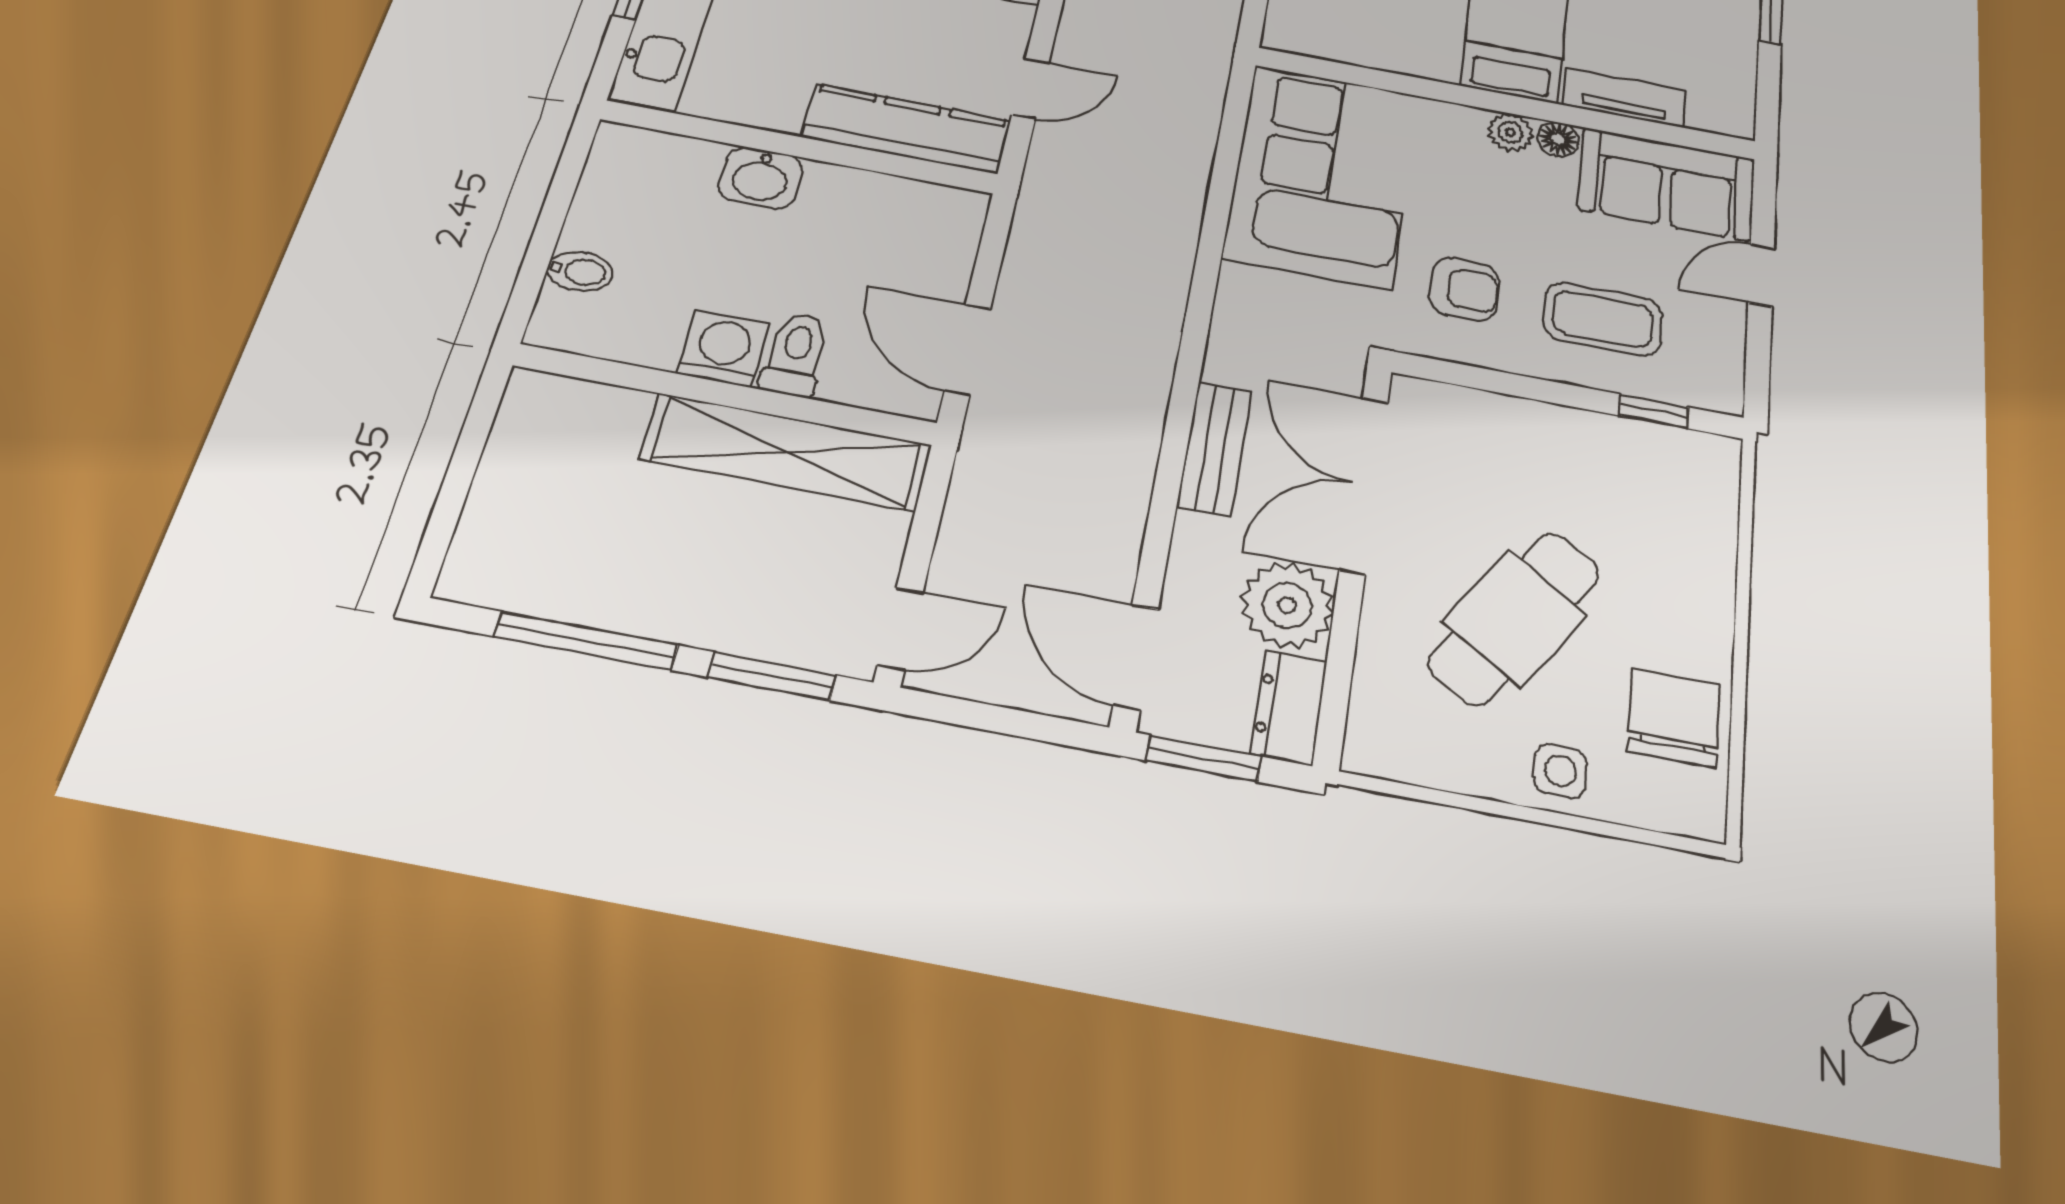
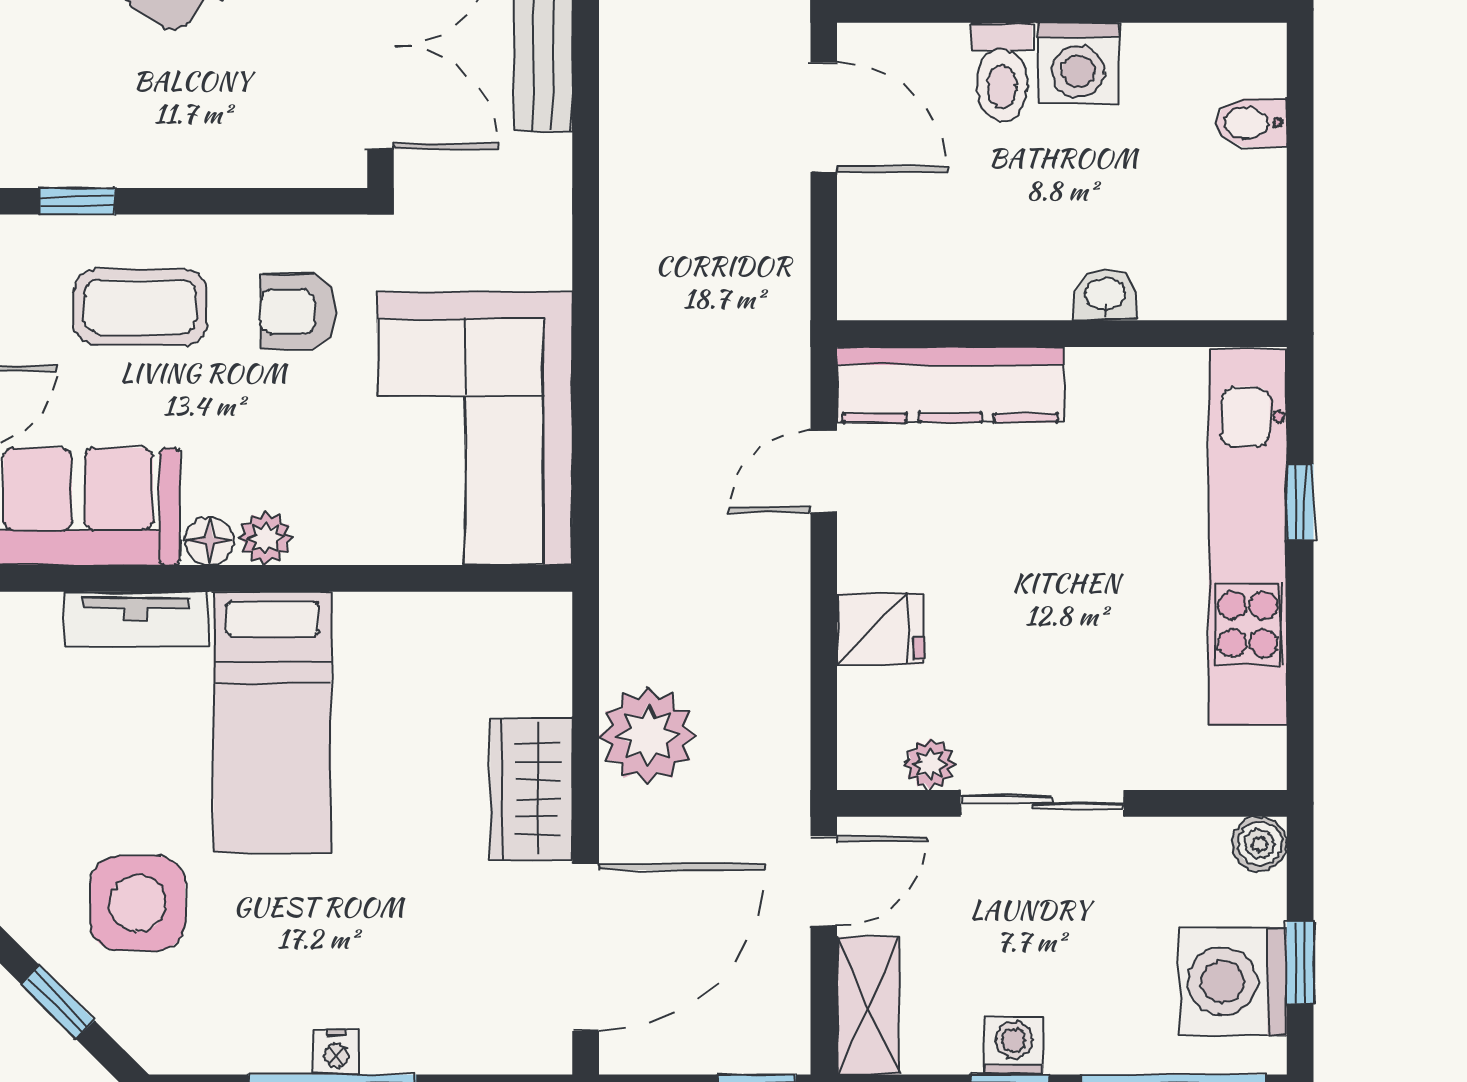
washbasin: (761, 178) -> (1105, 295), width x0.72, depth x0.69

